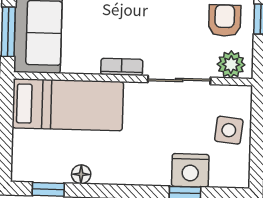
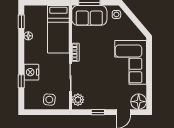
armchair: (225, 21) -> (97, 96), removed
nightstand: (190, 170) -> (31, 72), moved

